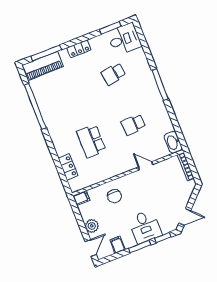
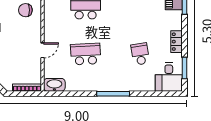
locker: (79, 49) -> (177, 42), moved
school desk: (133, 125) -> (86, 54), width x1.85

